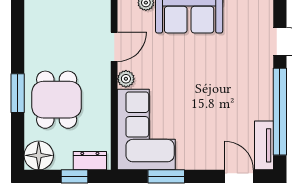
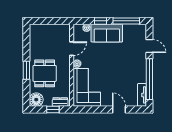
window: (166, 176) -> (96, 110), removed
door: (239, 176) -> (119, 110), moved

